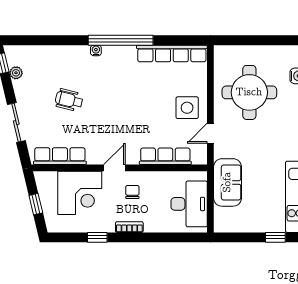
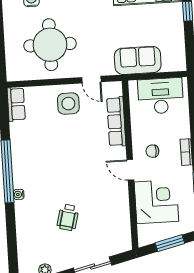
row of seats: (172, 53) -> (16, 104), width x0.50
row of seats: (60, 156) -> (122, 223), removed
window: (36, 204) -> (170, 243), width x1.50

